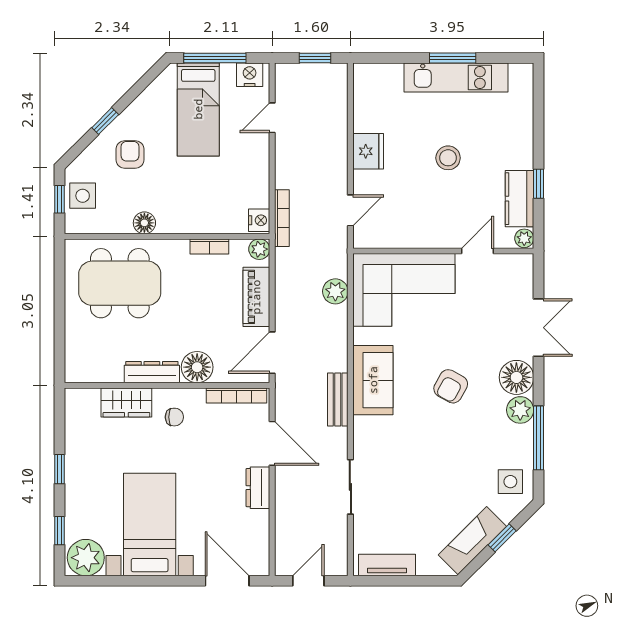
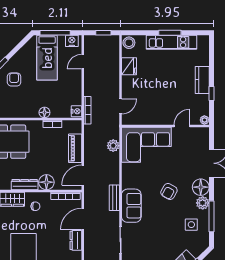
fridge: (368, 151) -> (129, 66), moved
stool: (448, 158) -> (129, 43), moved
kitchen counter: (519, 199) -> (202, 80), moved
floor lamp: (144, 223) -> (44, 112), moved
plant: (259, 249) -> (76, 125), removed
sofa: (373, 380) -> (131, 206), moved
door: (272, 443) -> (83, 219), swing flipped
side table: (510, 482) -> (191, 225), moved

